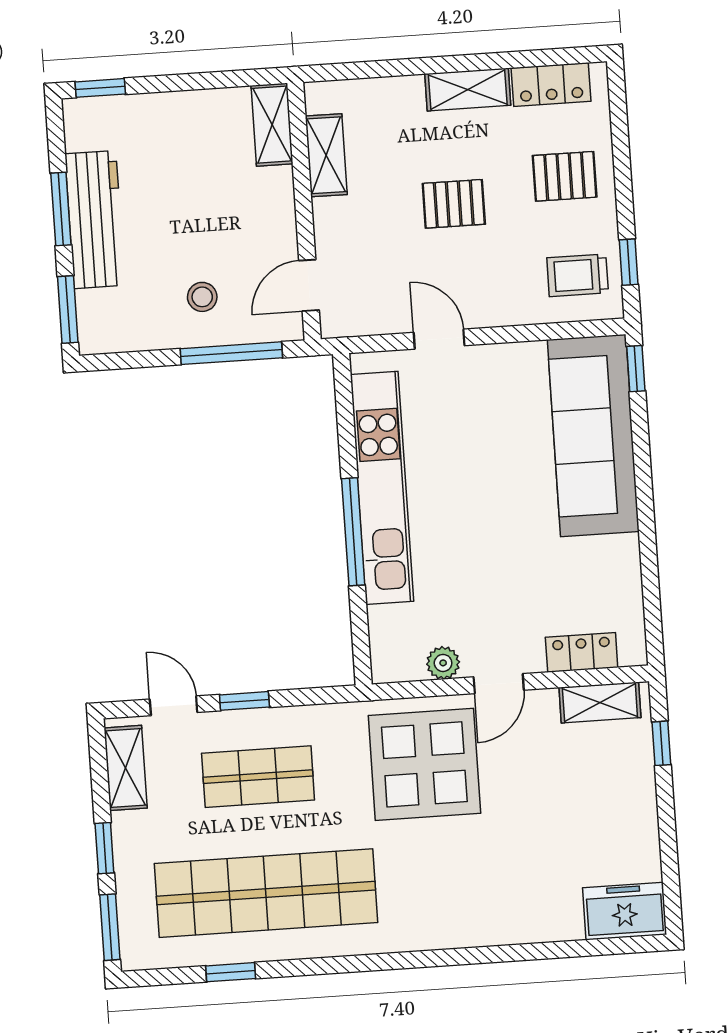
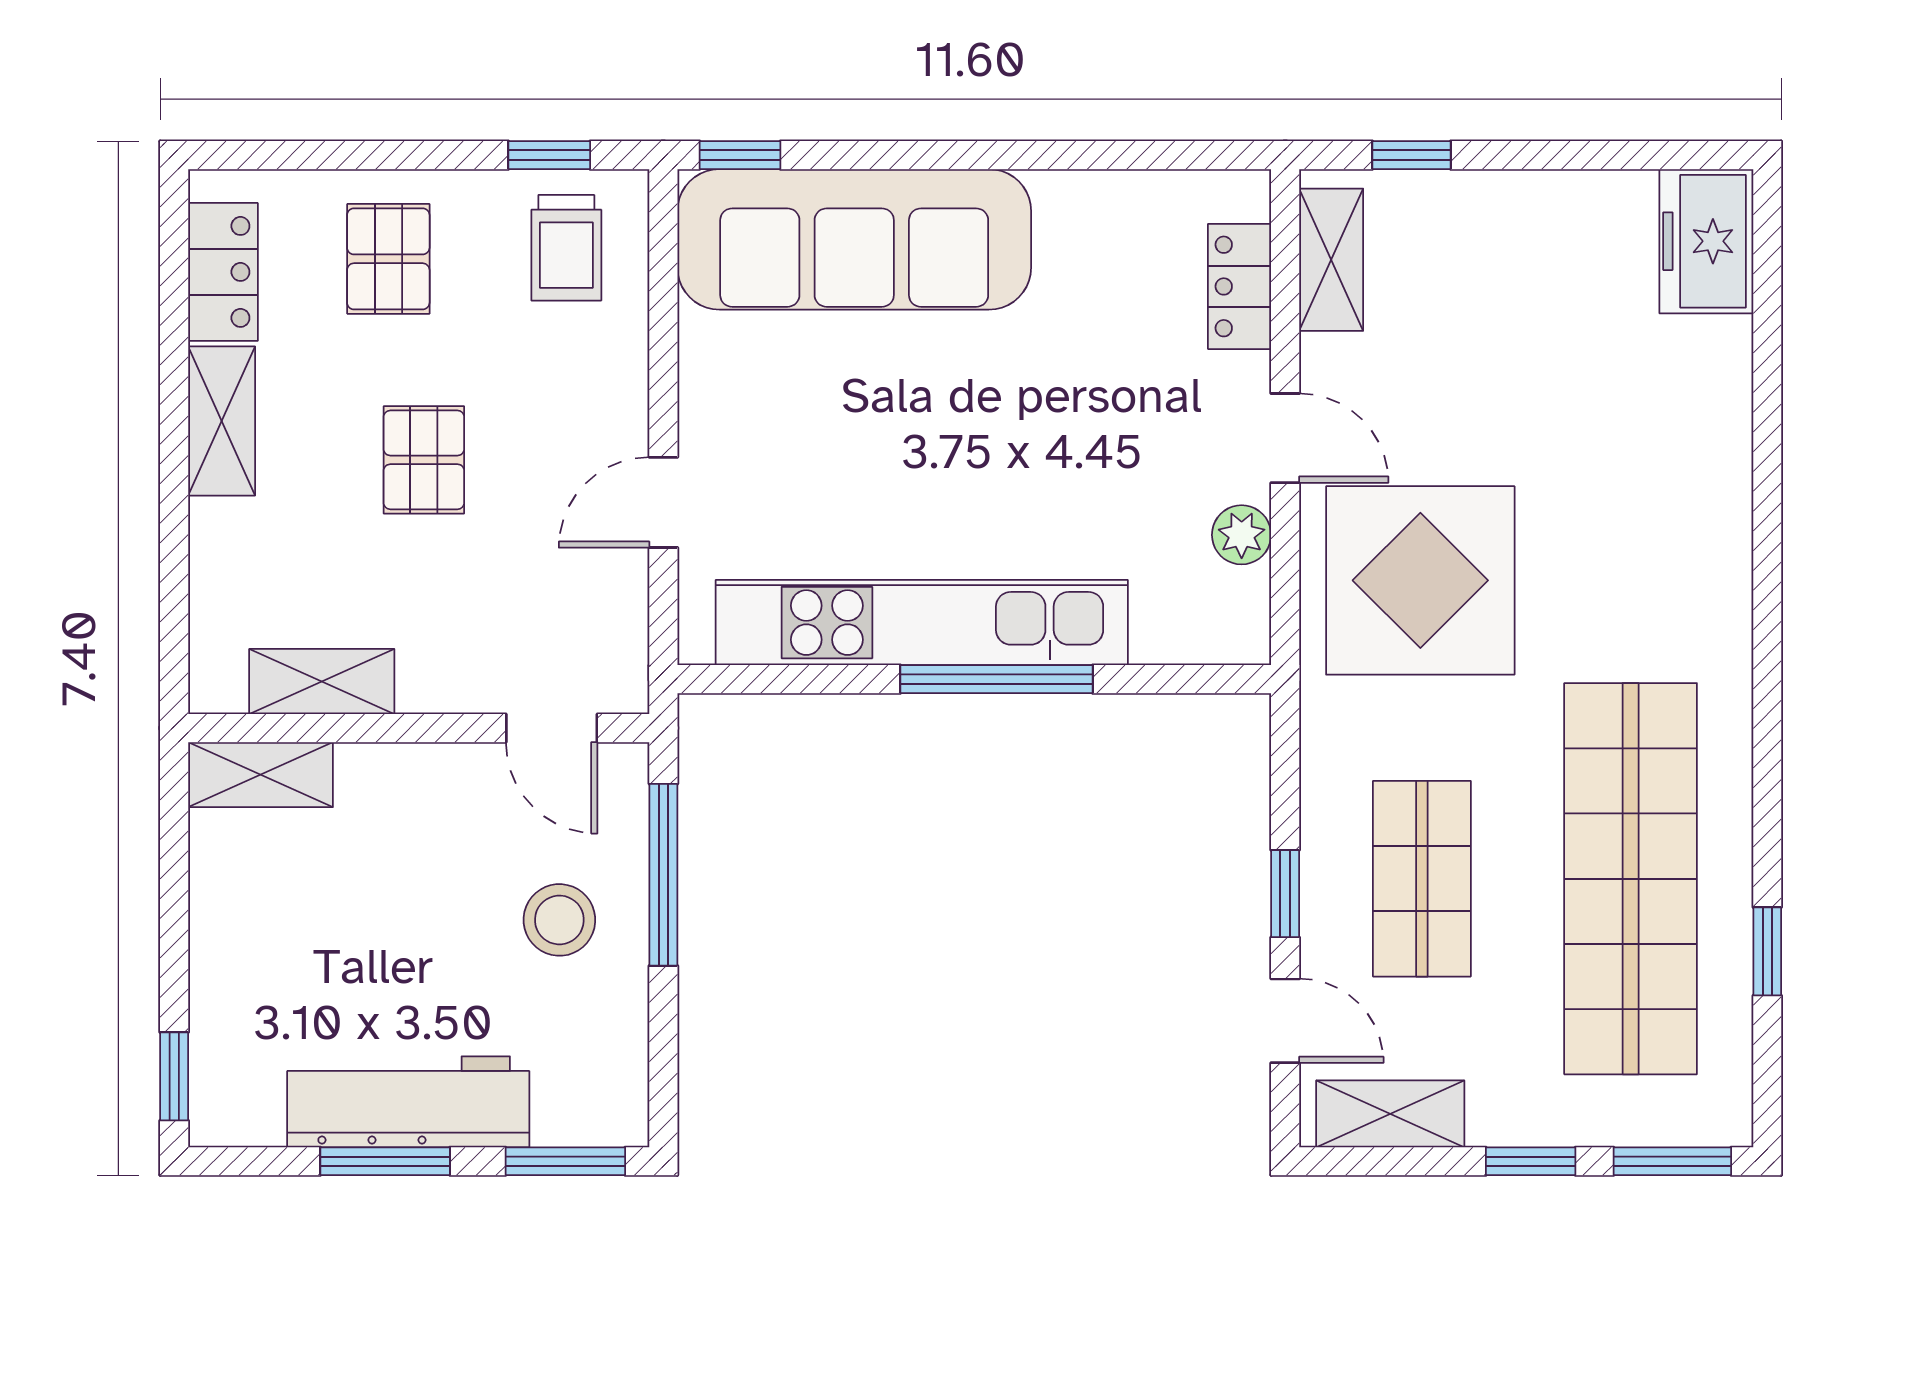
stool: (202, 297) -> (559, 920), width x1.37, depth x1.37
door: (174, 706) -> (1285, 1021), swing flipped

